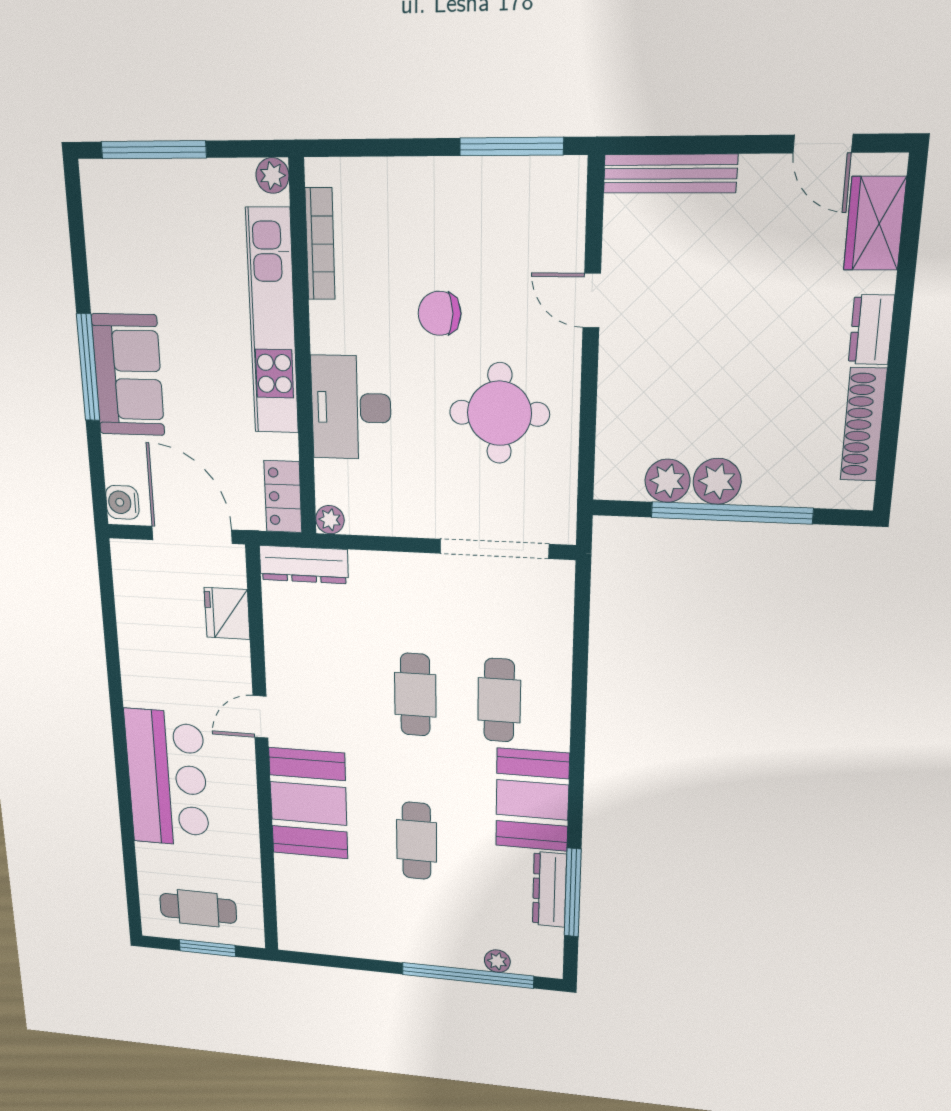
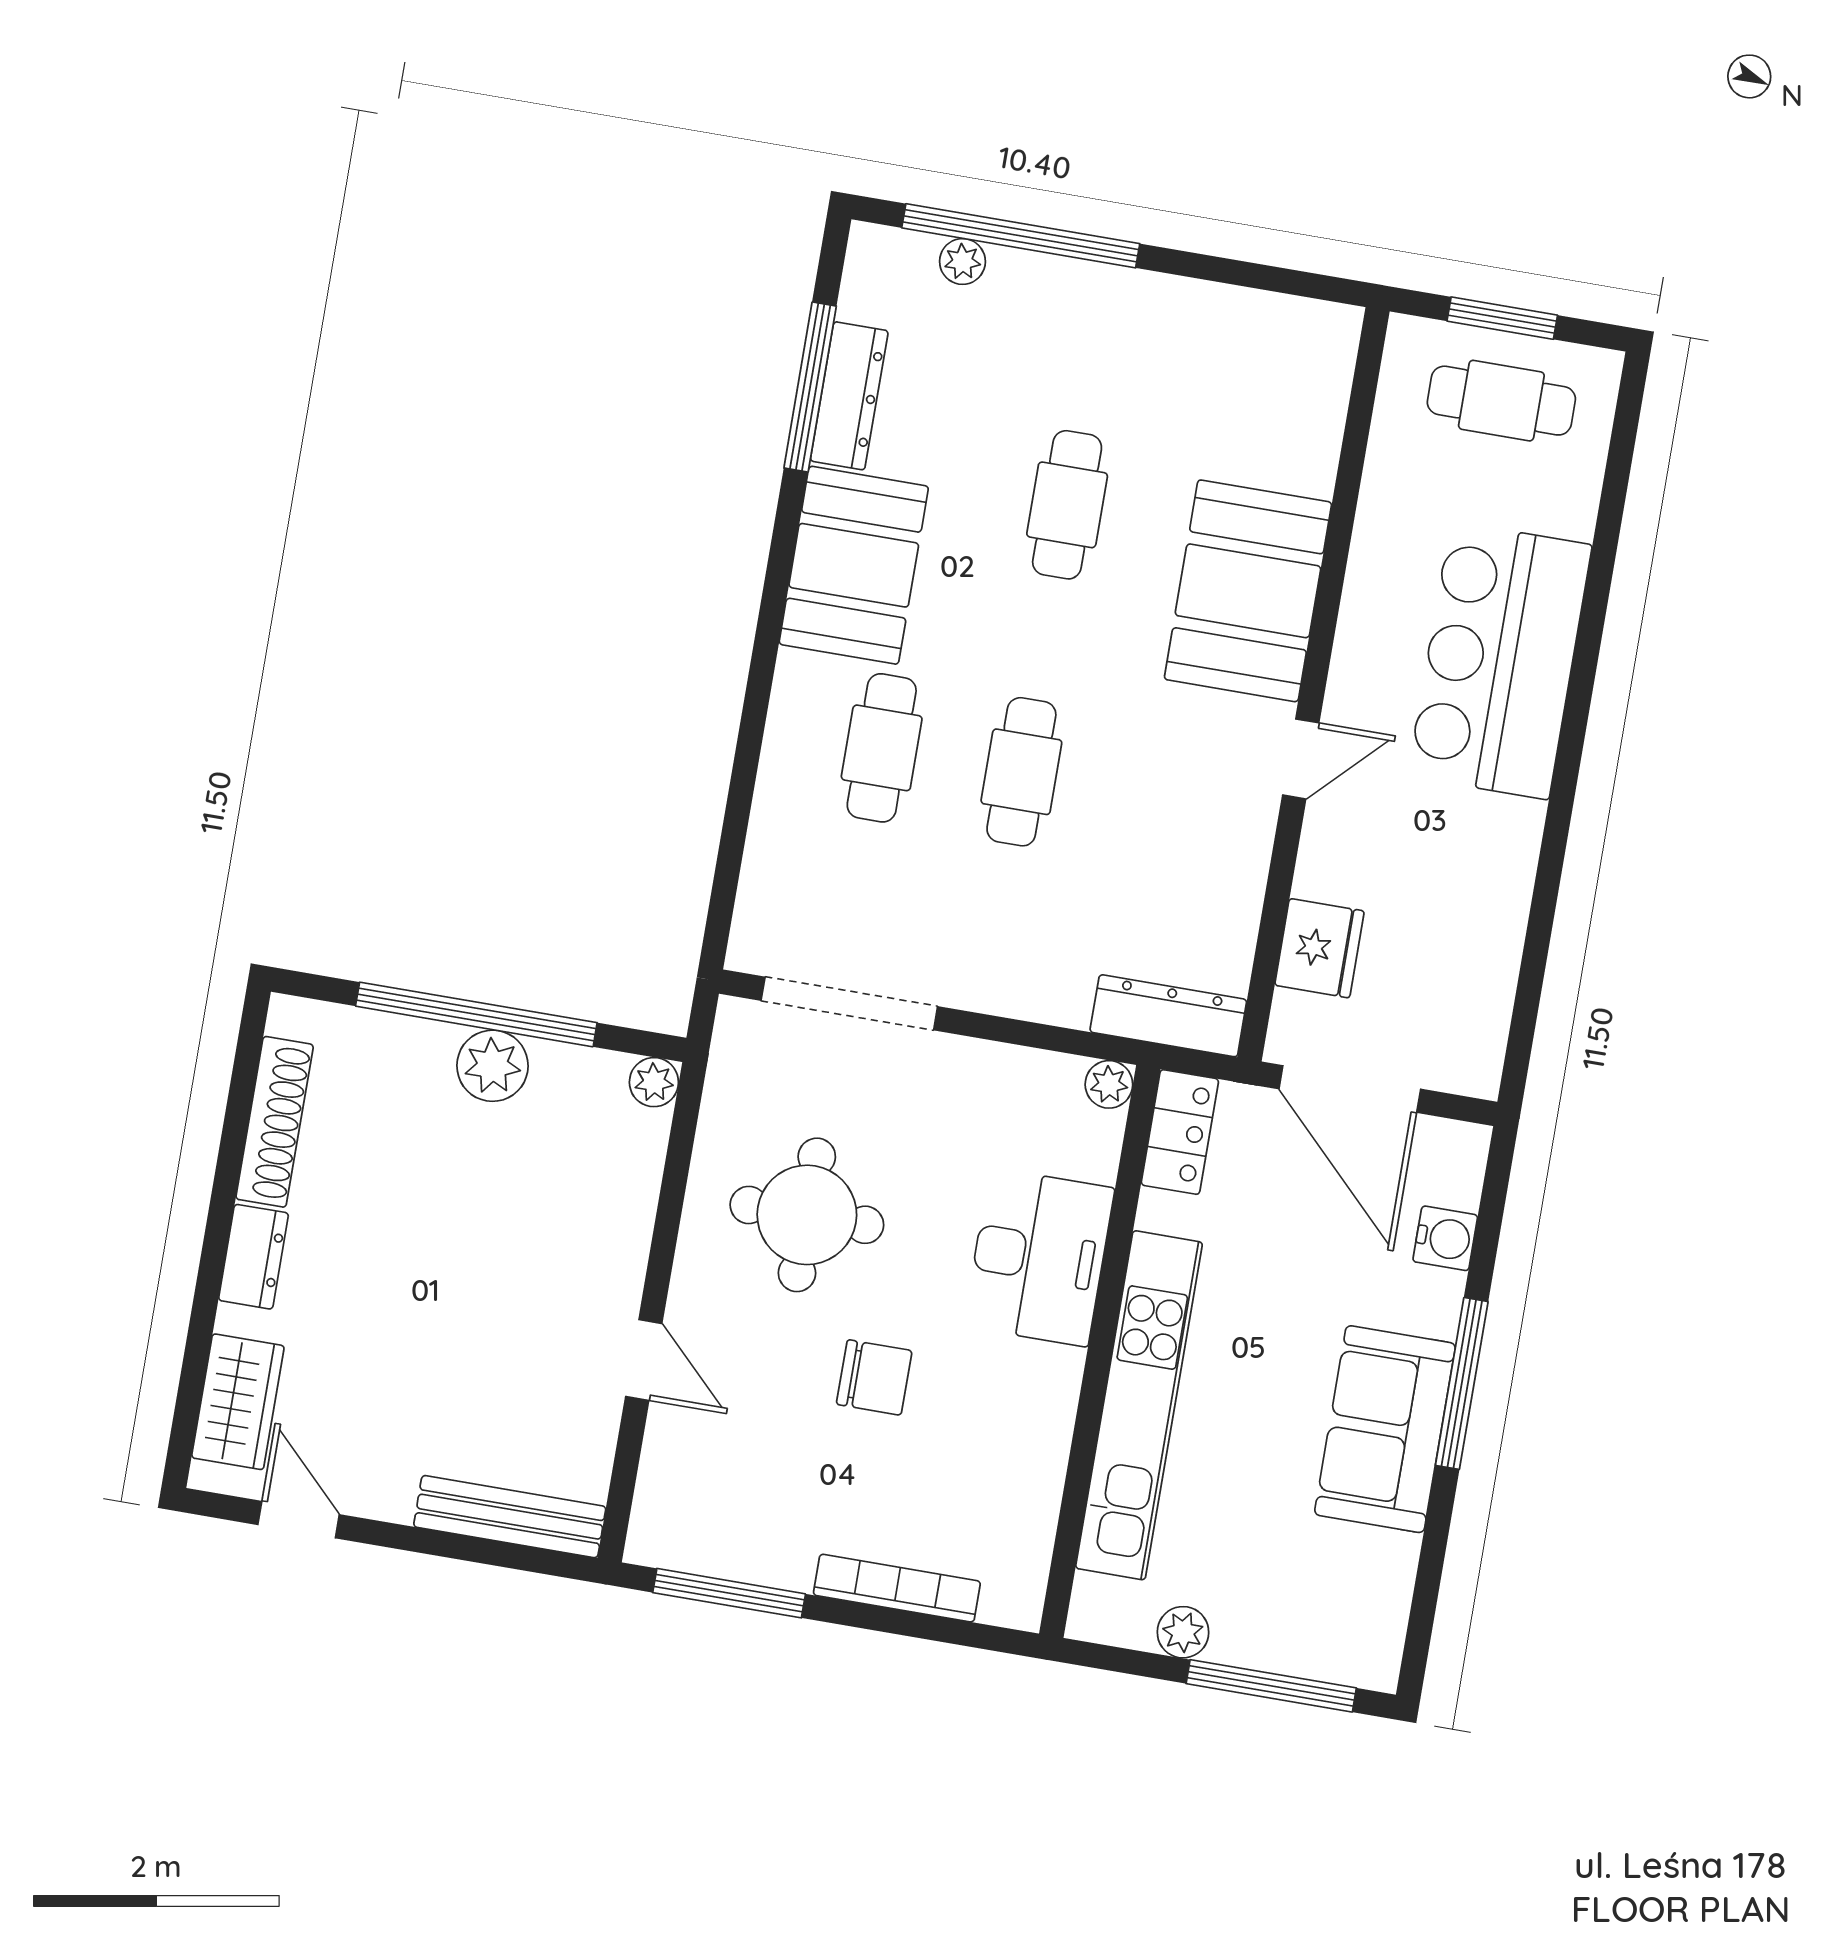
plant: (272, 175) -> (1183, 1632), moved
bookcase: (320, 244) -> (897, 1588), moved, turned 90
sofa: (128, 375) -> (1385, 1429), moved
plant: (668, 481) -> (654, 1082), moved, width x0.73, depth x0.73
water cooler: (122, 502) -> (1445, 1238), moved

